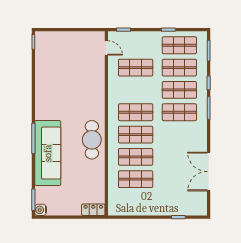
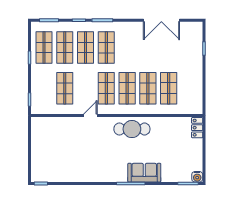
door: (106, 48) -> (90, 116), moved
sofa: (48, 153) -> (144, 173), width x0.54, depth x0.79

